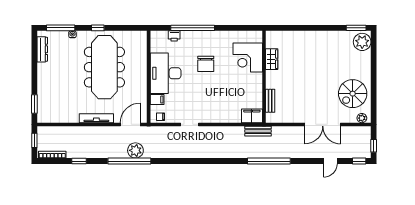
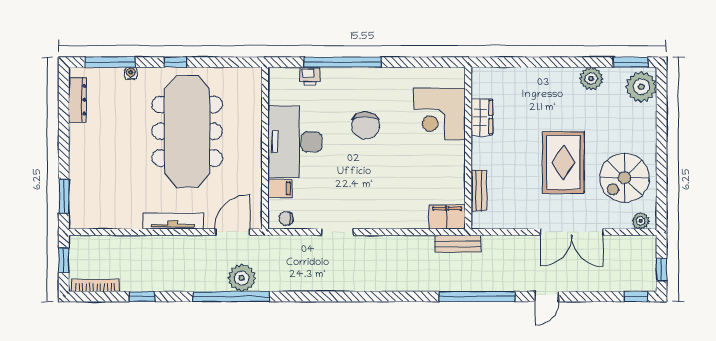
plant: (334, 37) -> (591, 78), added
rug: (318, 85) -> (563, 162), added
door: (330, 161) -> (547, 297), moved

